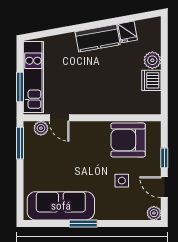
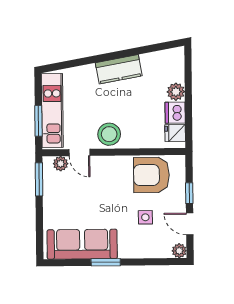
fridge: (128, 32) -> (175, 133), moved, turned 100
stool: (88, 100) -> (109, 134), added

